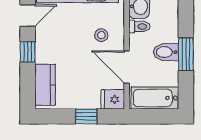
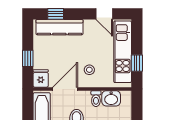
window: (28, 52) -> (56, 14), moved
kitchen counter: (45, 85) -> (59, 27), width x1.50

